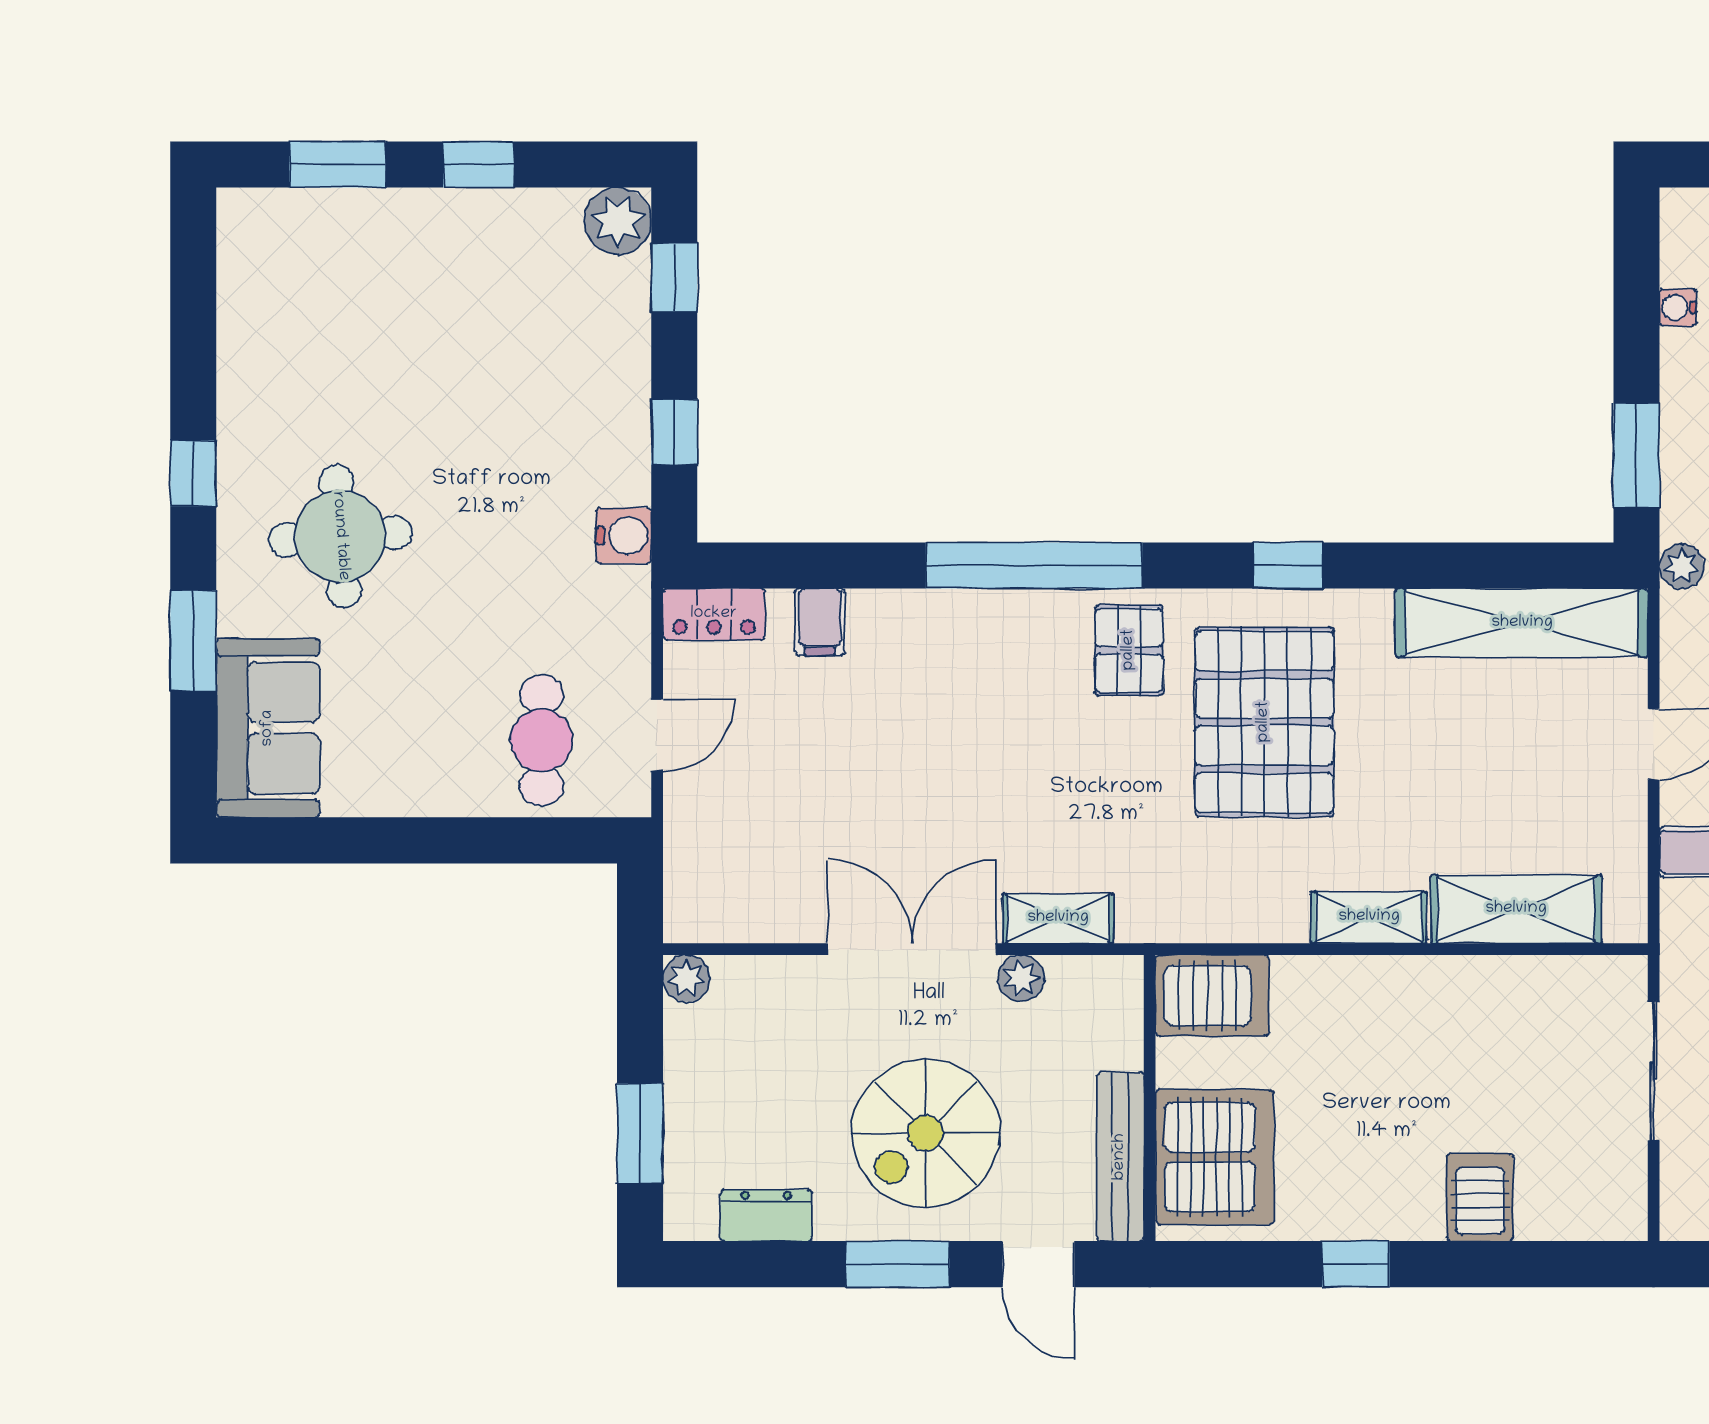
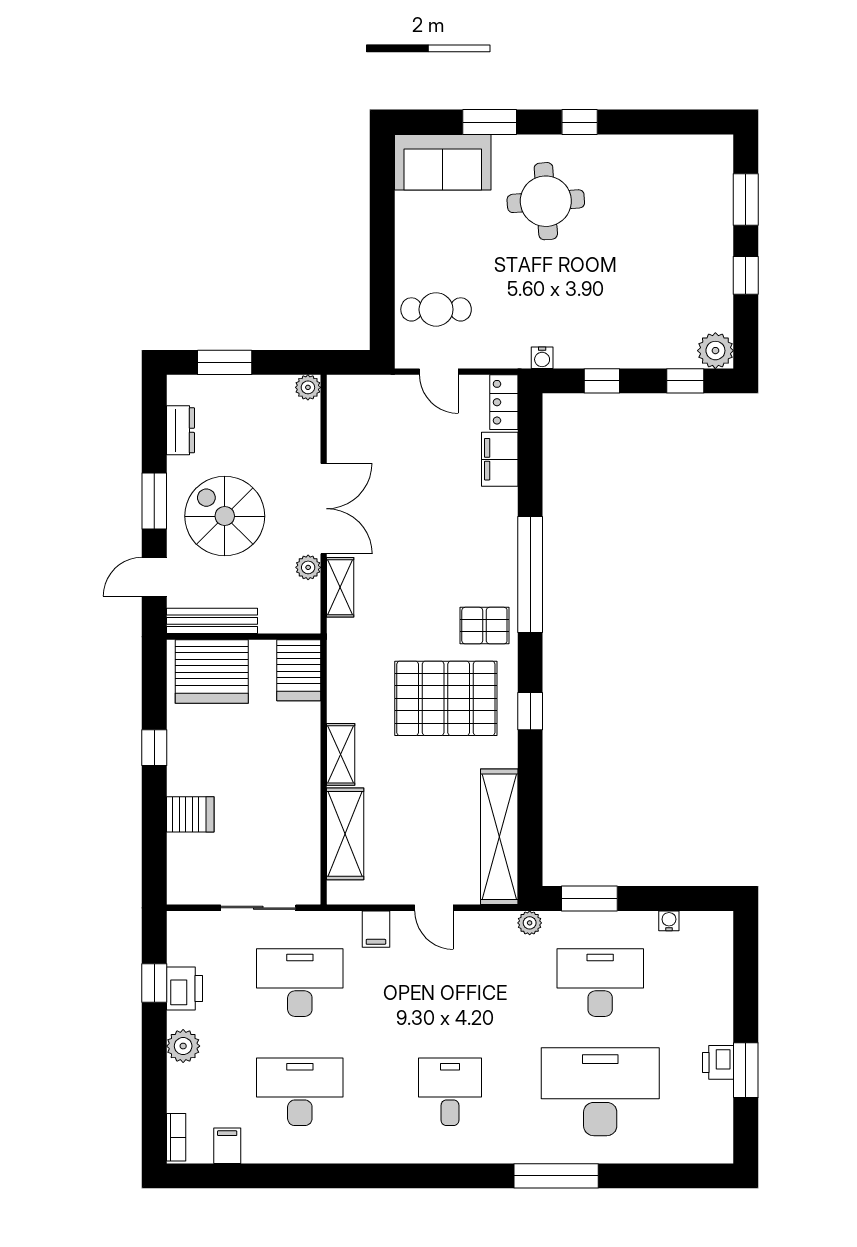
water cooler: (624, 536) -> (542, 358), width x0.72, depth x0.72
filing cabinet: (820, 622) -> (500, 459), width x2.00

